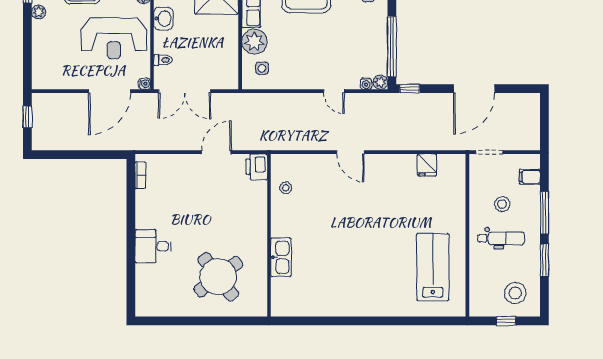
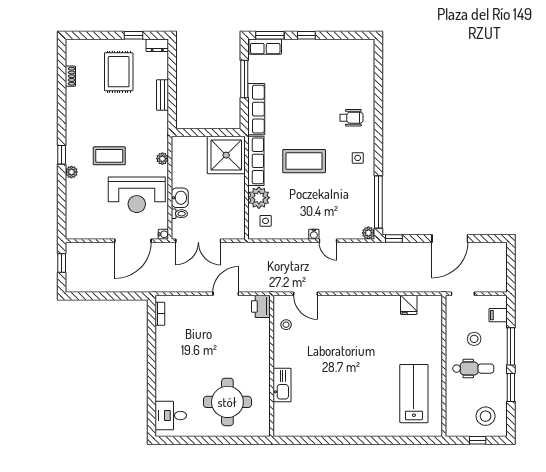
washbasin: (163, 19) -> (180, 198), moved
water cooler: (366, 84) -> (314, 234), moved
door: (350, 152) -> (306, 294), moved
desk: (153, 246) -> (171, 416), moved
round table: (218, 277) -> (227, 402), turned 37

